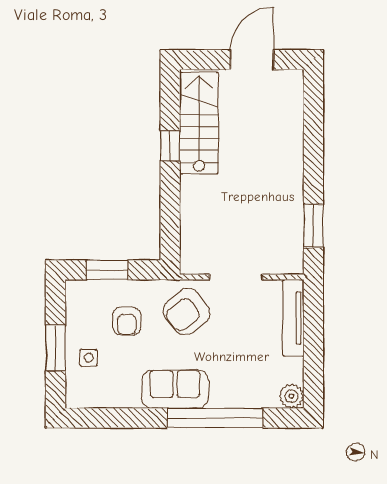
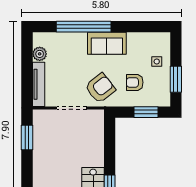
armchair: (127, 321) -> (135, 82), turned -90
window: (55, 348) -> (176, 79), moved
plant: (292, 396) -> (40, 54), moved

